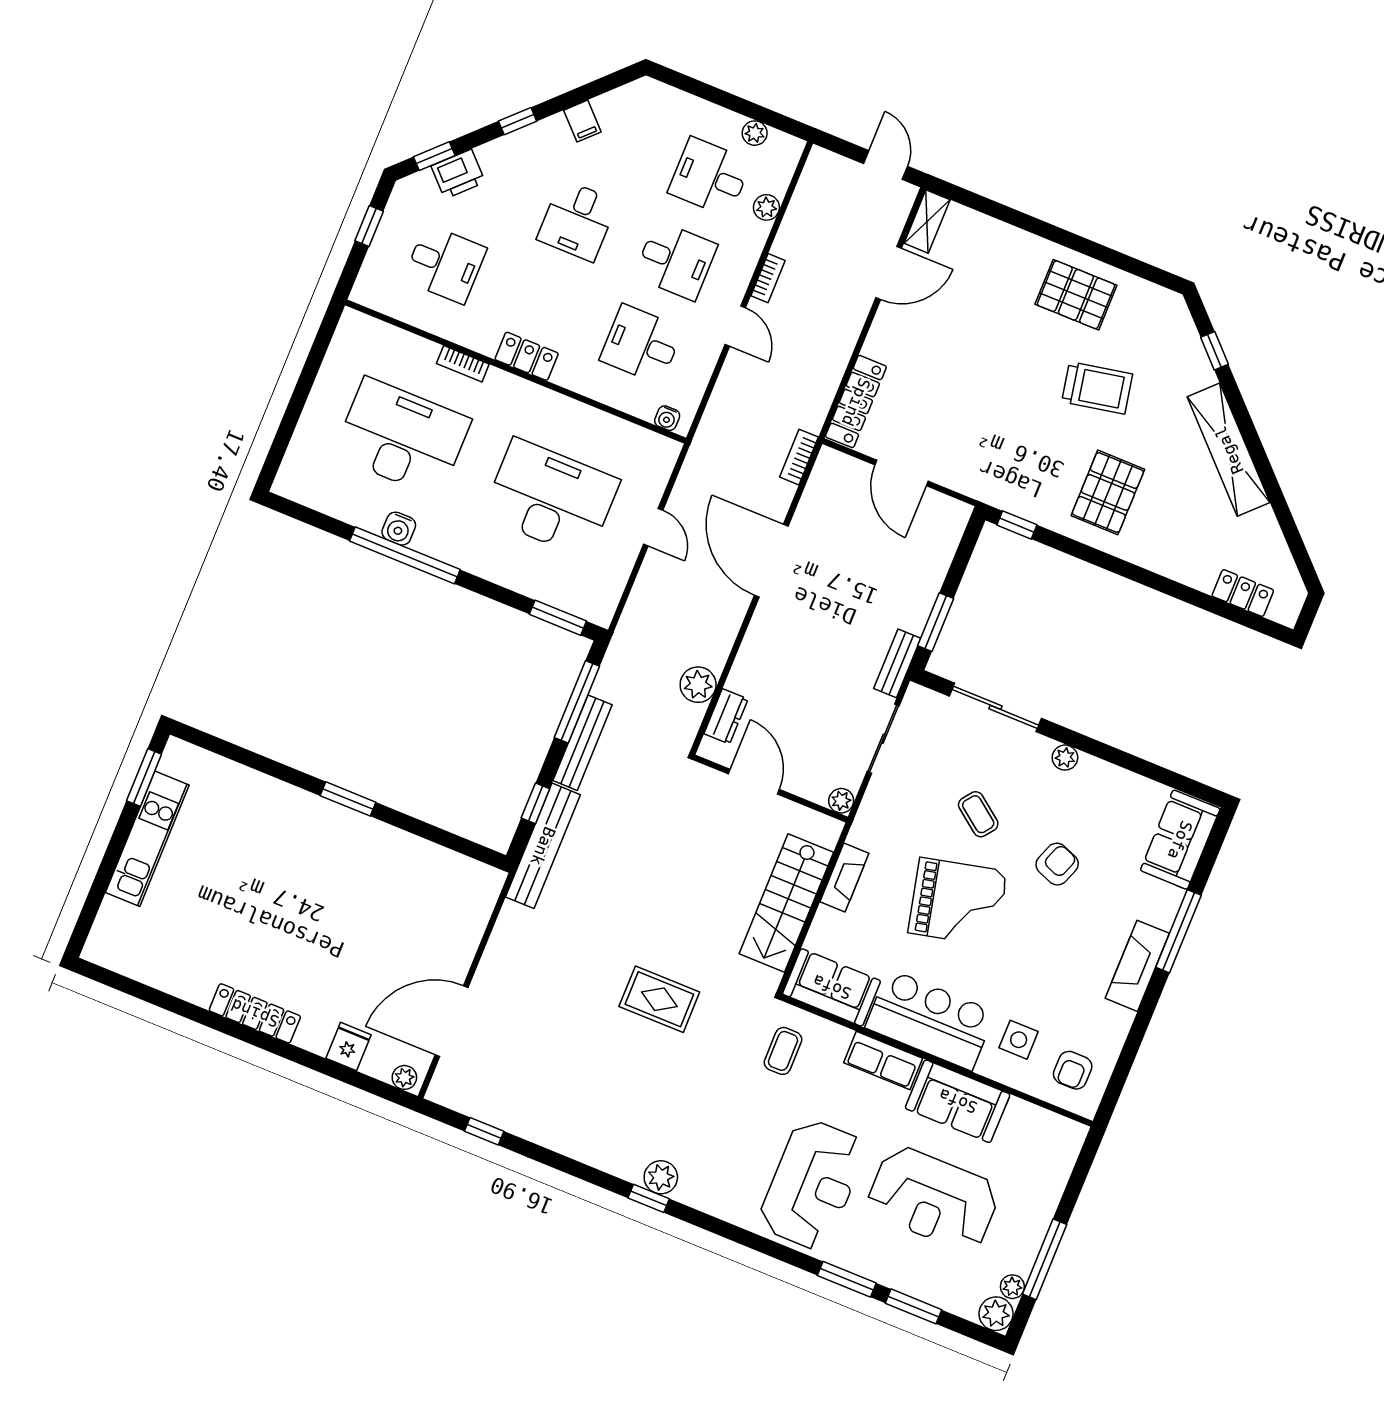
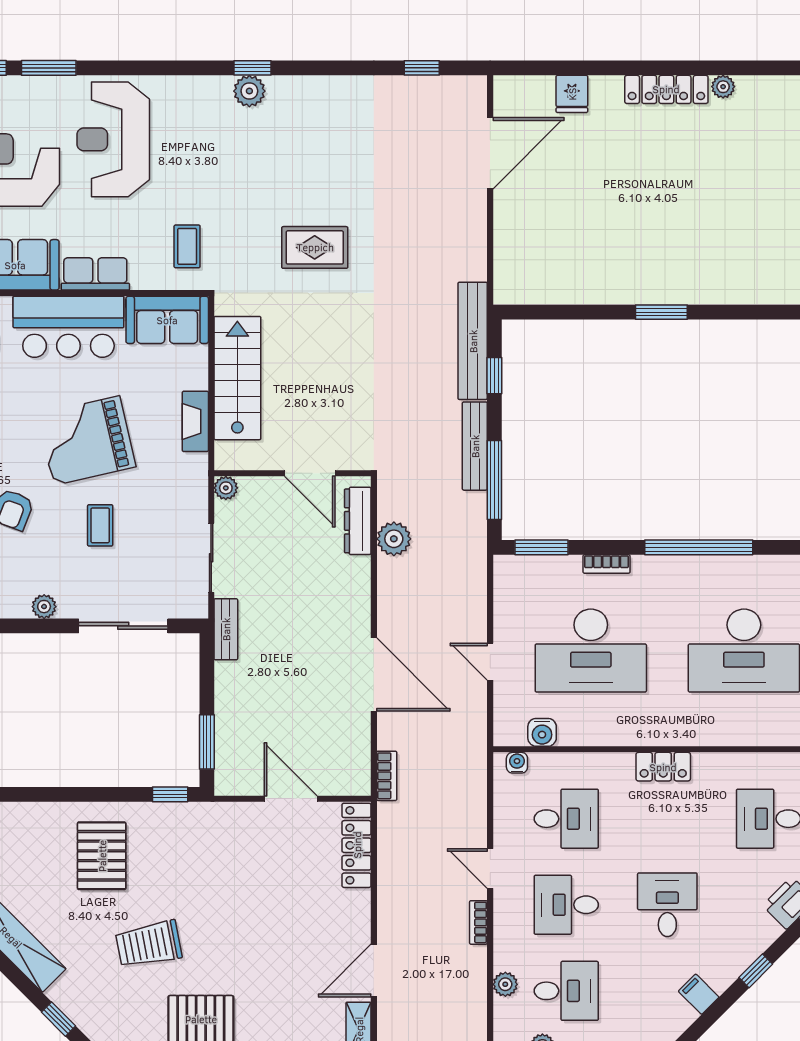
bookcase: (463, 364) -> (607, 564), moved, turned 180
water cooler: (399, 529) -> (542, 732), moved, turned 180
window: (936, 622) -> (207, 742), moved
dresser: (726, 716) -> (358, 521), width x1.44
coffee table: (978, 814) -> (100, 525), turned 53
plant: (404, 1077) -> (723, 87), moved

